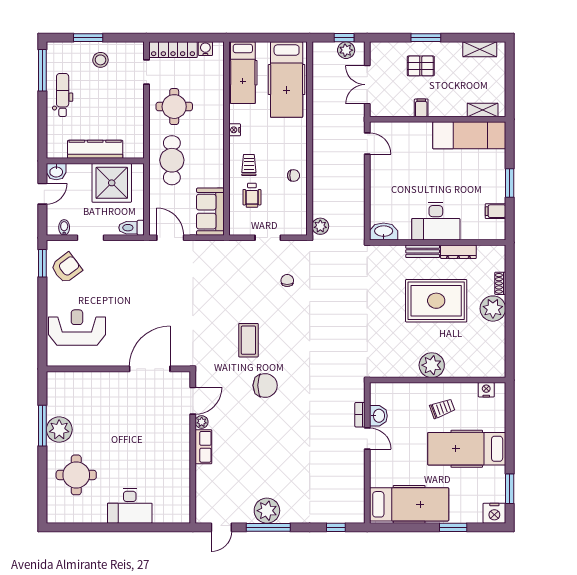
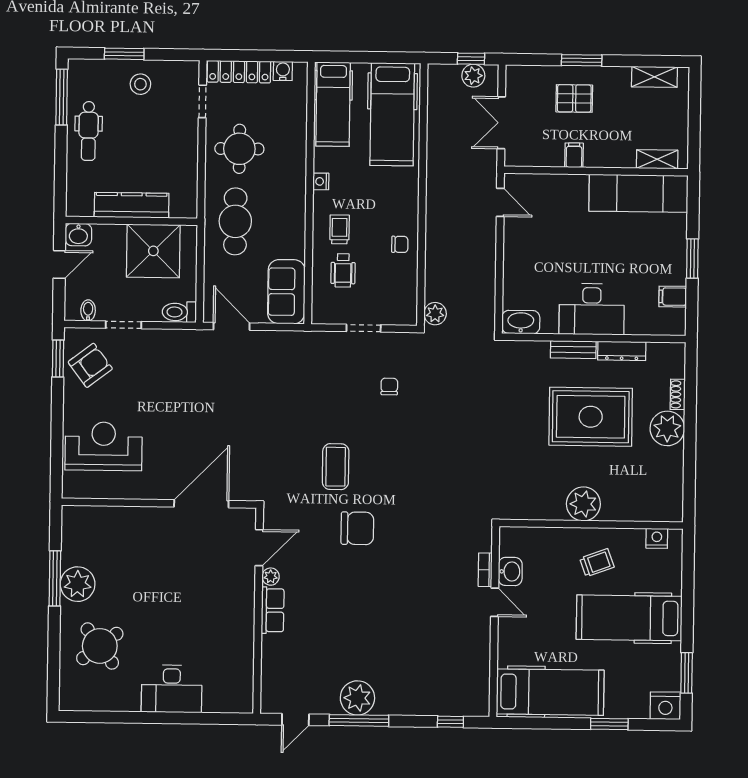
dental chair: (63, 95) -> (89, 131), turned 180
round table: (76, 475) -> (100, 646), turned -37

